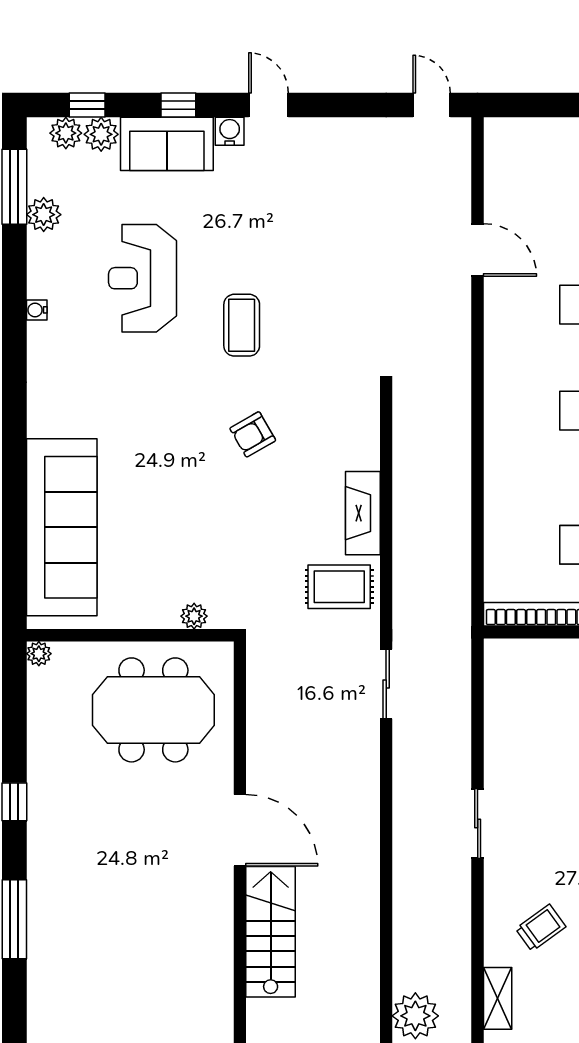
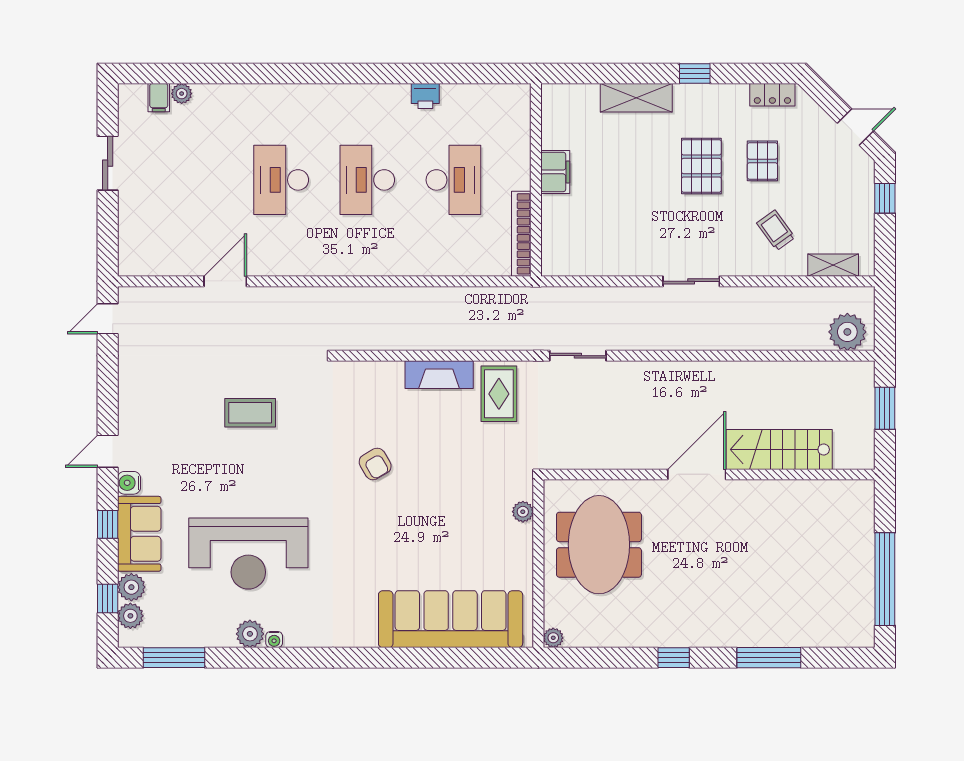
plant: (44, 215) -> (250, 634), moved
reception desk: (143, 278) -> (248, 553), width x1.36, depth x1.30
coffee table: (242, 325) -> (250, 413), moved

